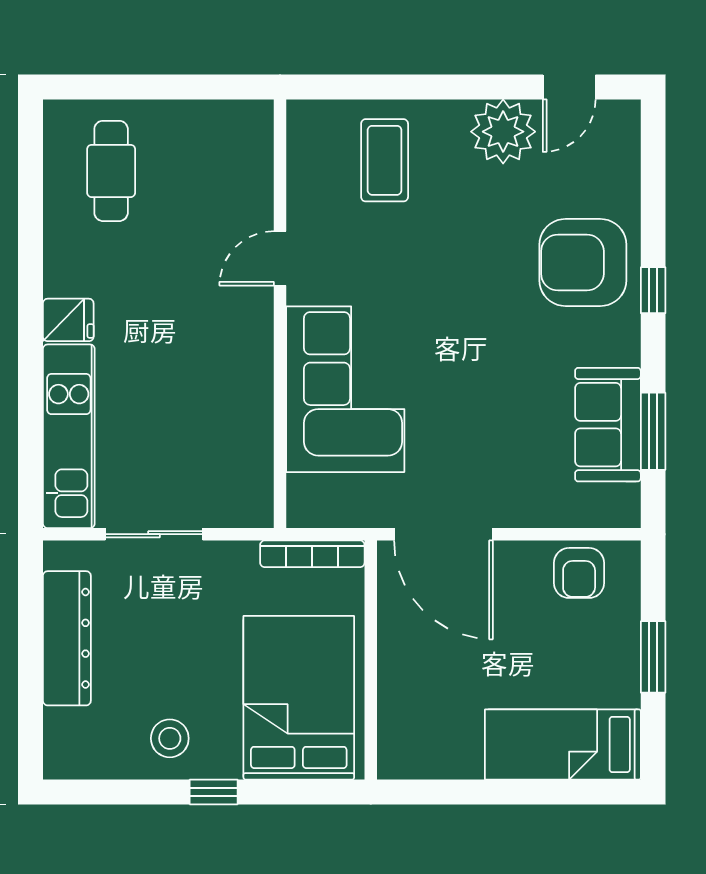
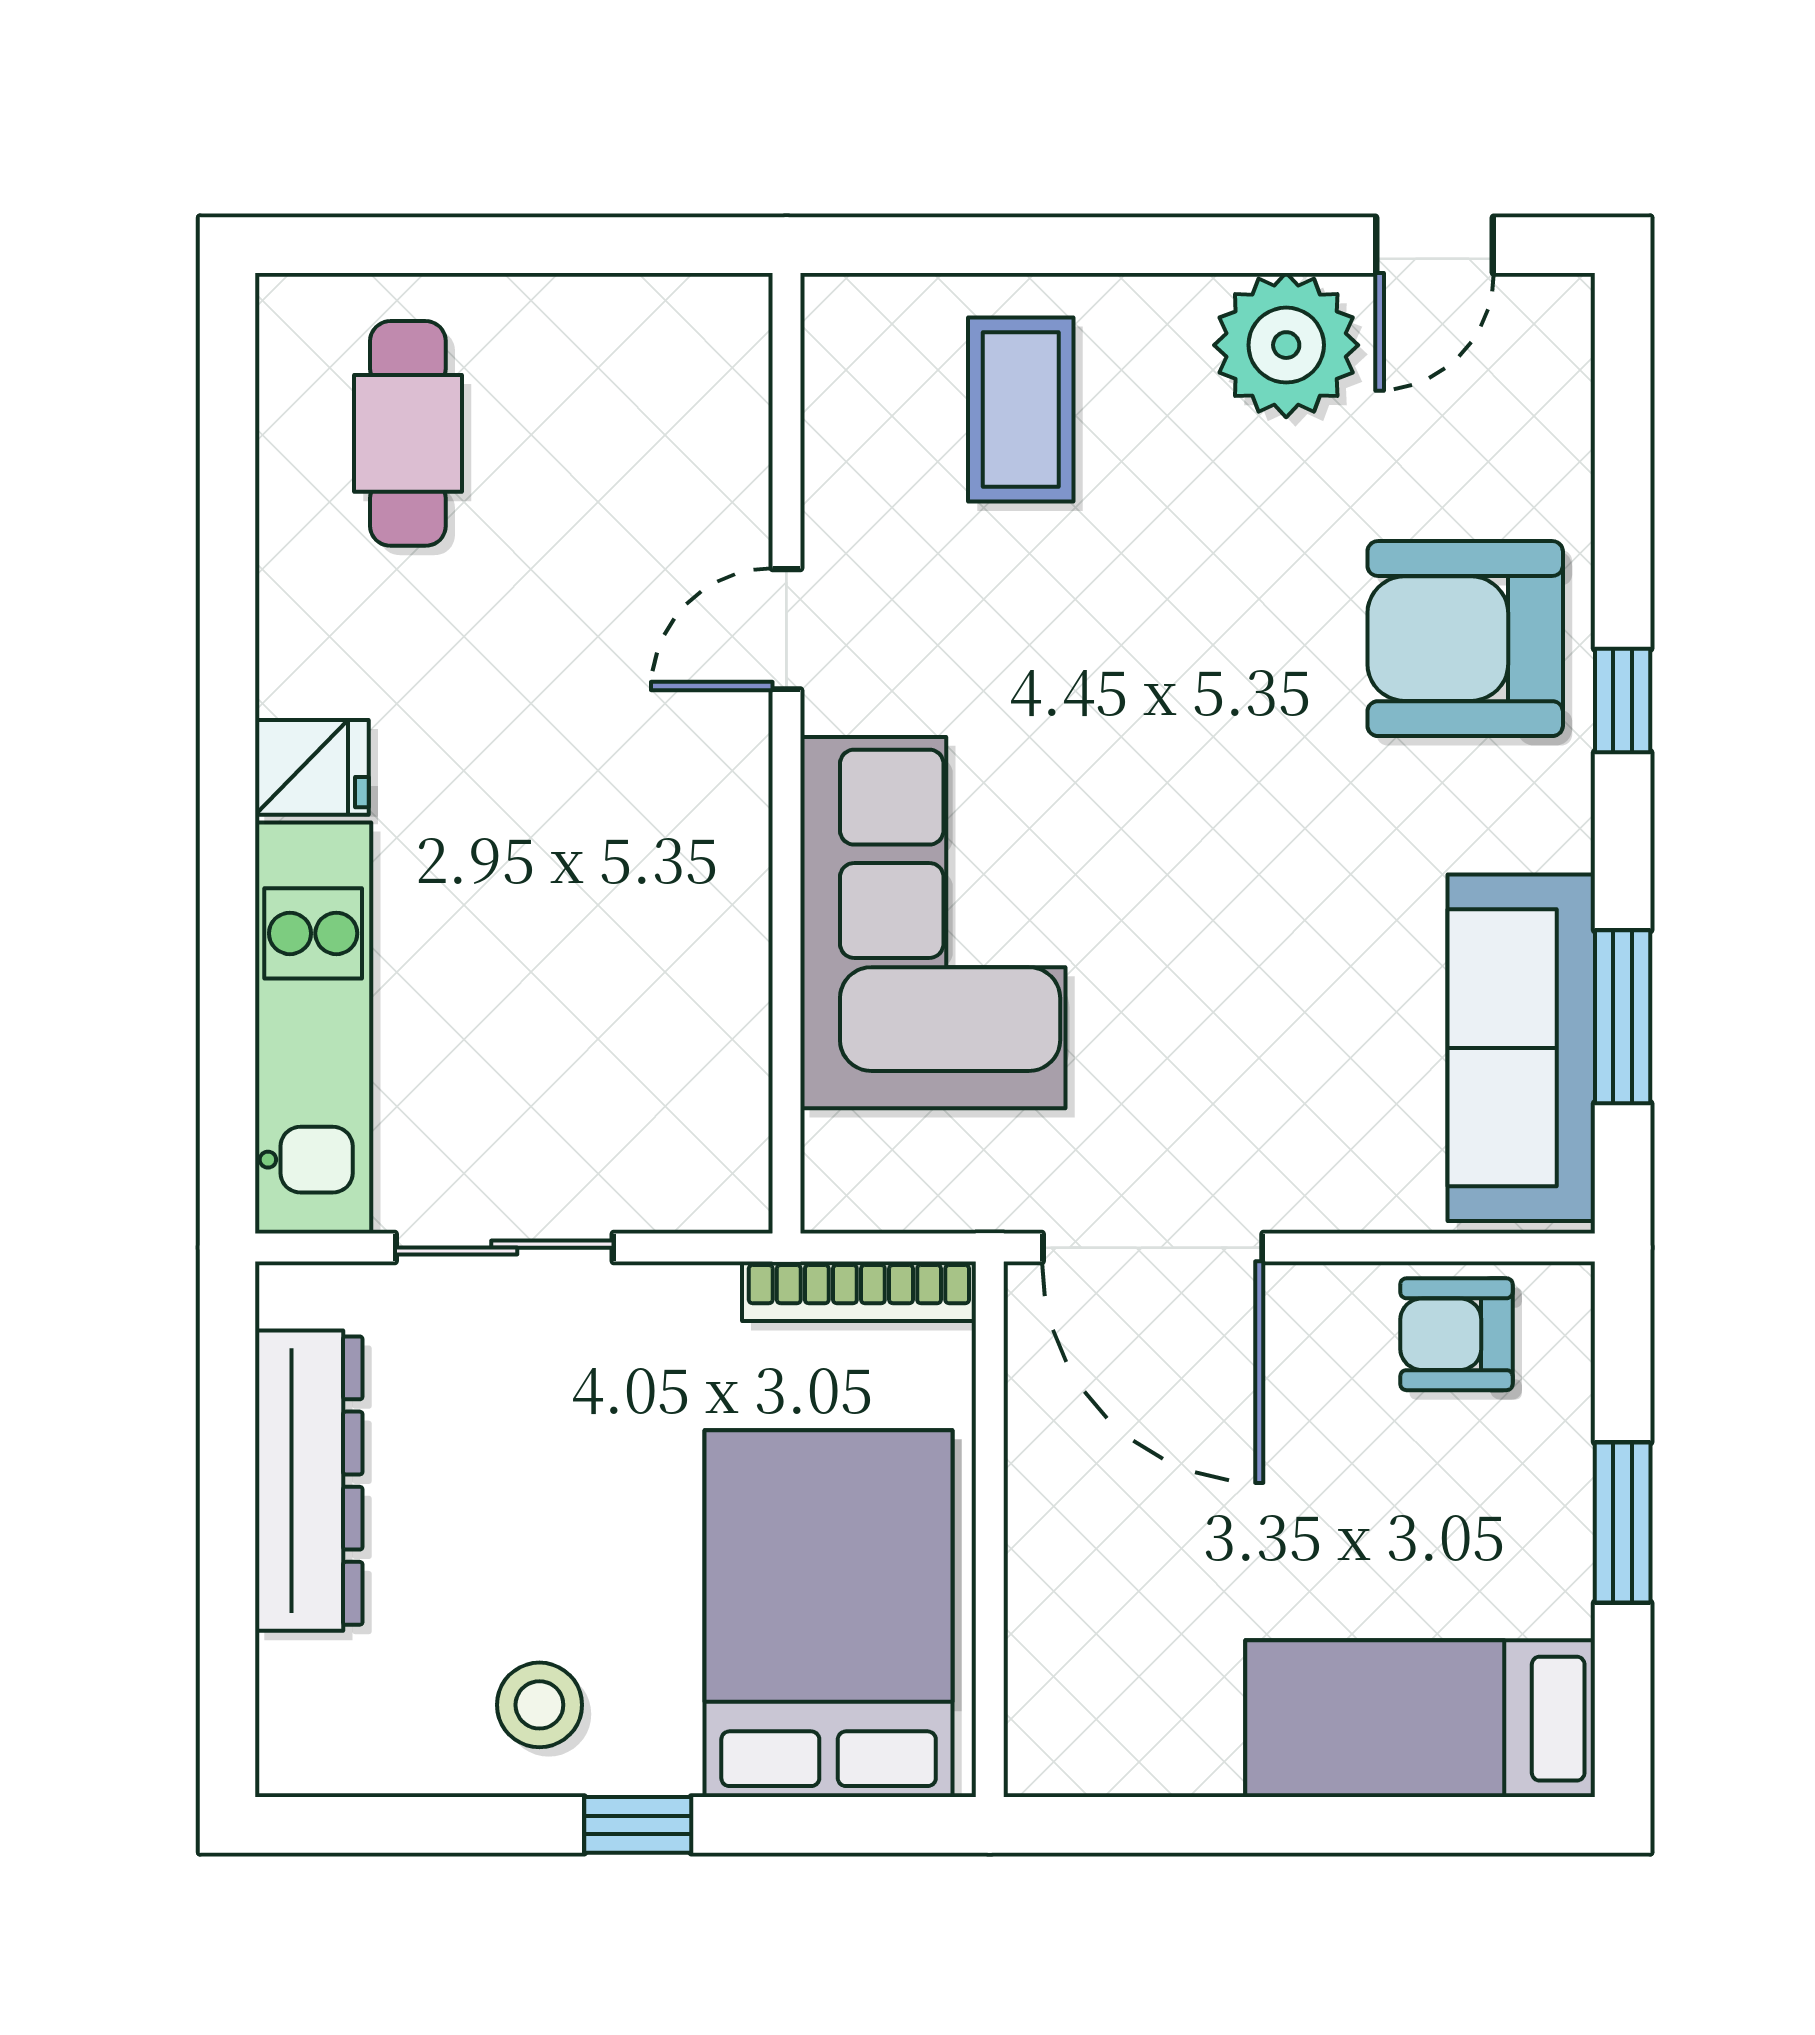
sofa: (608, 425) -> (1521, 1048), width x1.36
armchair: (579, 573) -> (1456, 1334), turned 90

